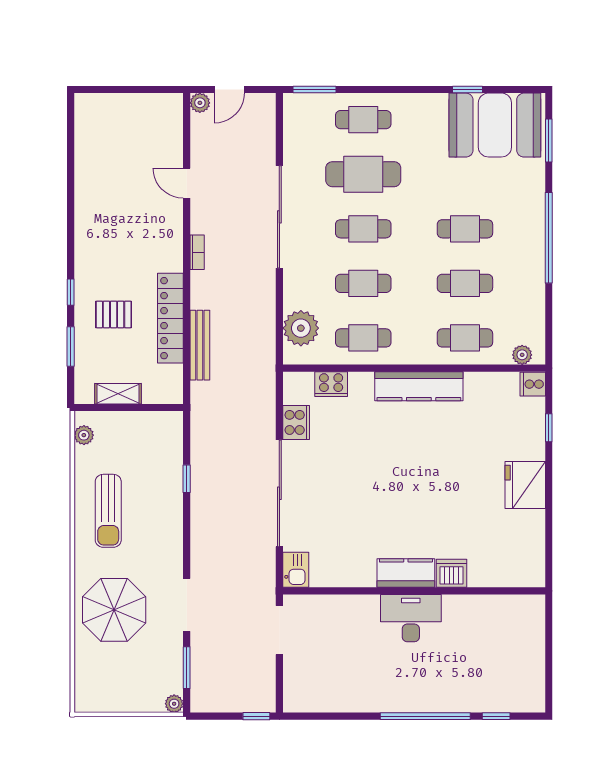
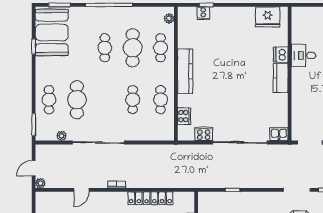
door: (229, 90) -> (34, 168), swing flipped
cafe table: (363, 229) -> (105, 100), removed
cafe table: (465, 283) -> (133, 48), width x1.37, depth x1.35
plant: (301, 328) -> (62, 136), moved, width x0.53, depth x0.53
bench: (200, 345) -> (164, 183), removed
cooker: (533, 384) -> (203, 13), moved
fridge: (525, 485) -> (268, 17), moved
desk: (411, 618) -> (304, 55), moved, width x0.73

